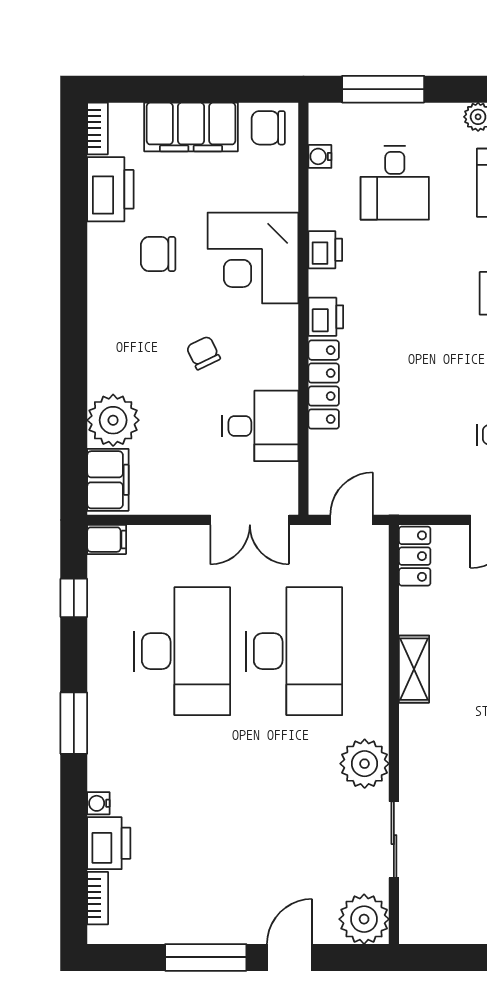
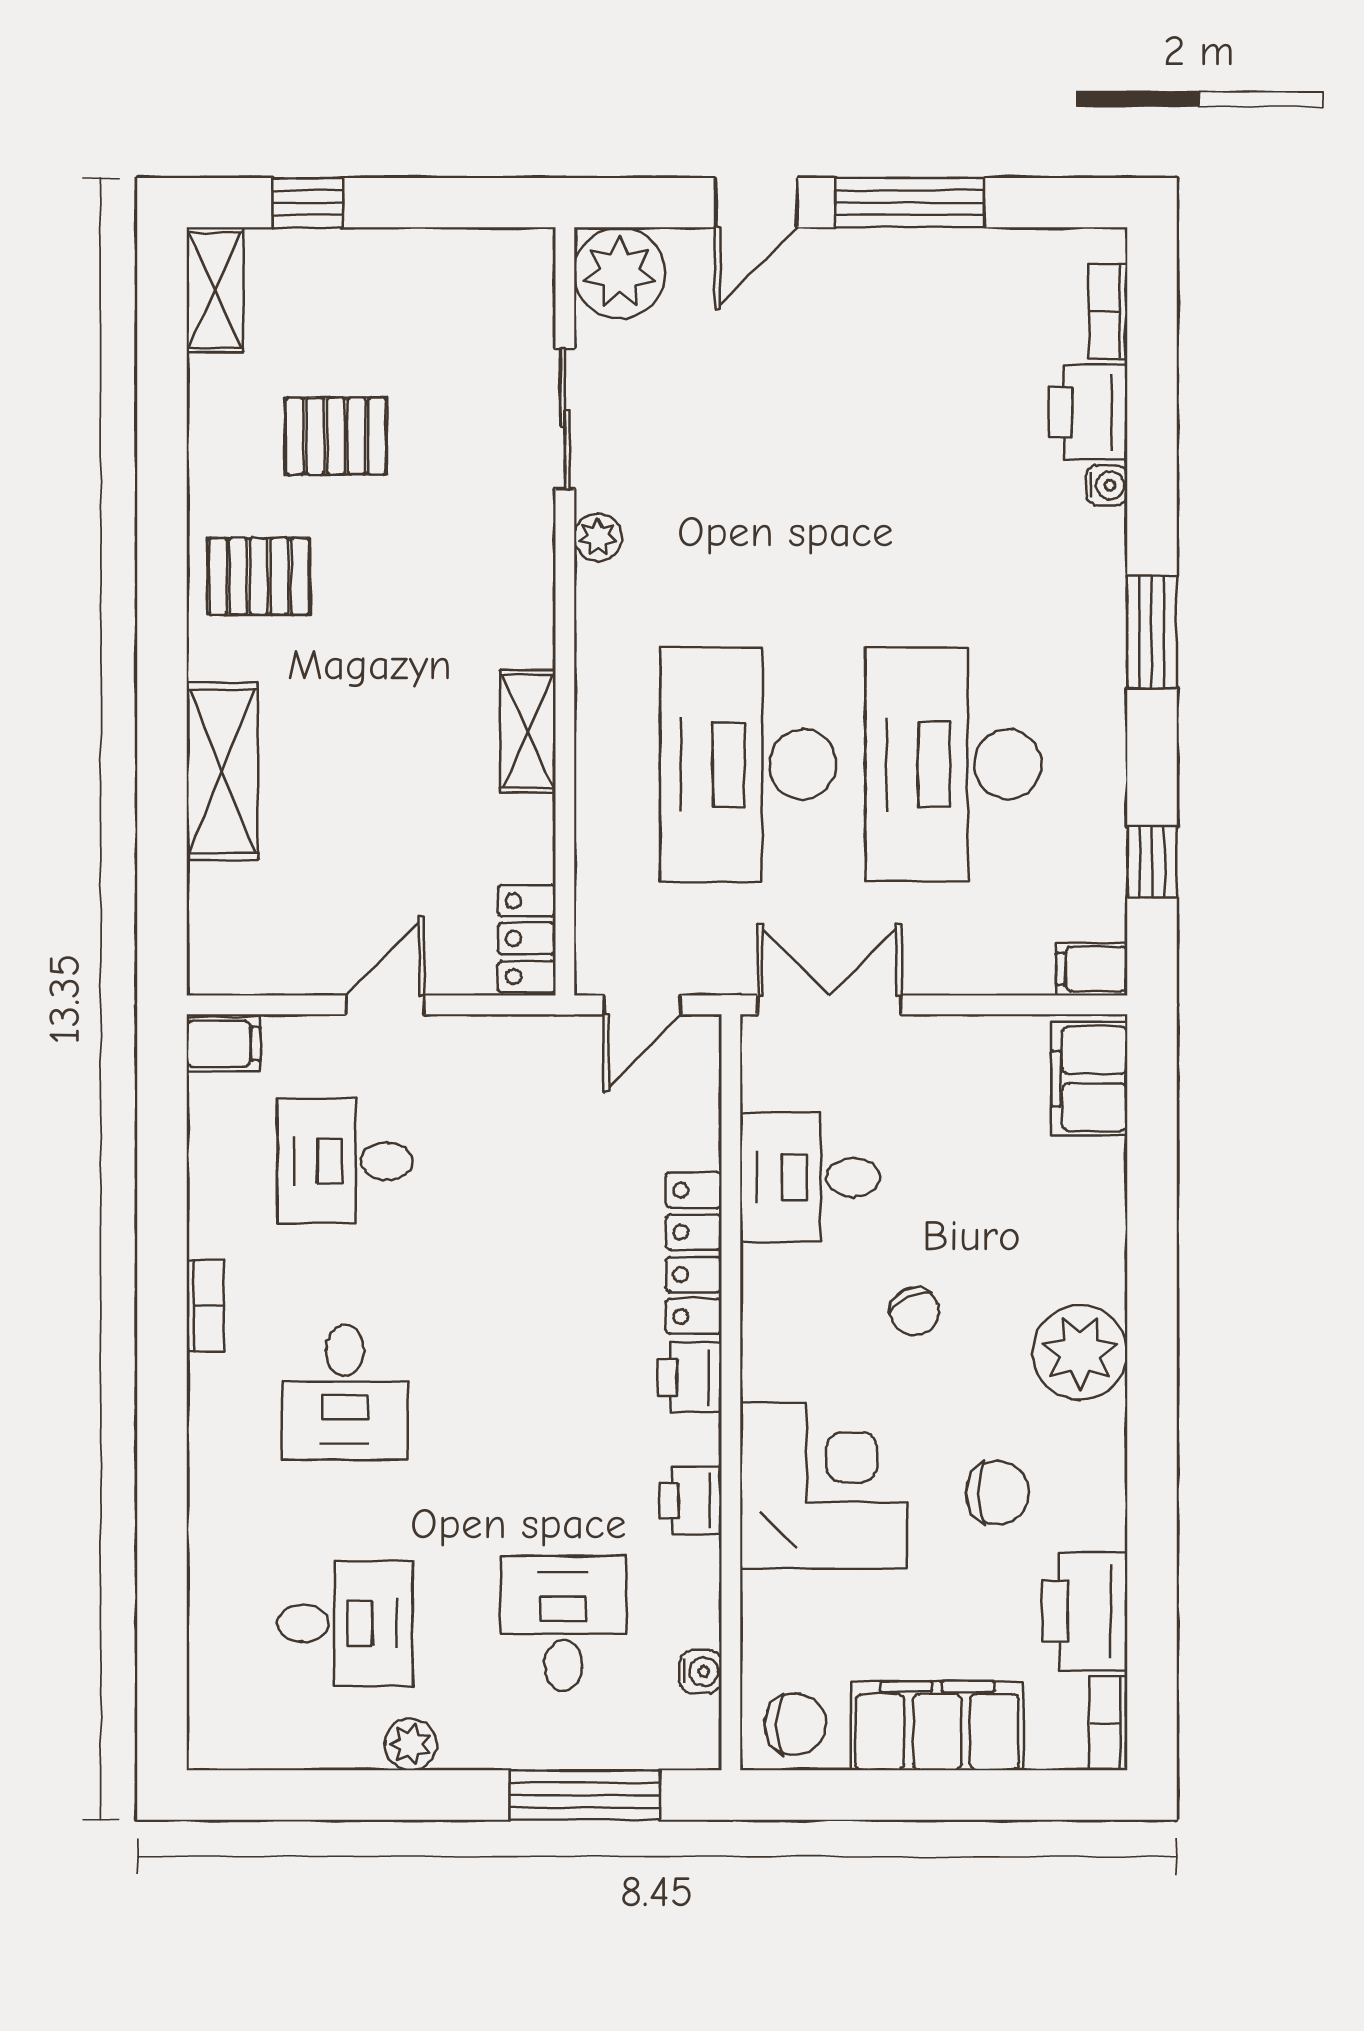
plant: (113, 420) -> (1080, 1353), moved
plant: (365, 764) -> (598, 537), width x0.53, depth x0.53

